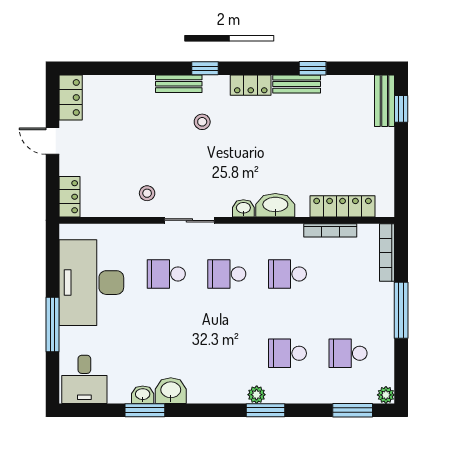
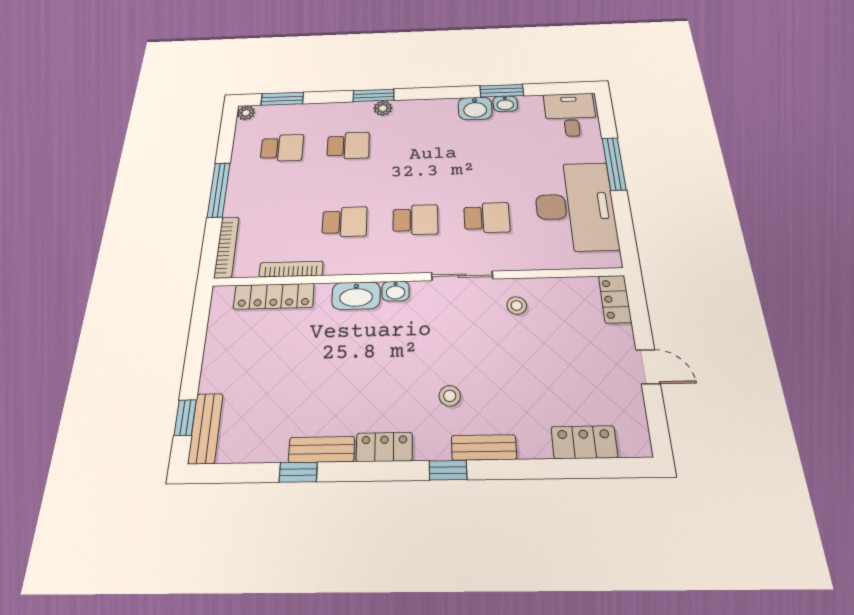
locker: (71, 97) -> (584, 442), moved, turned 90

